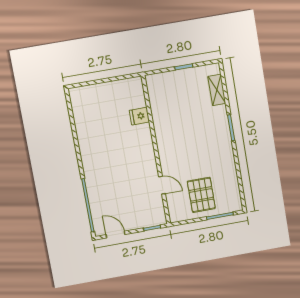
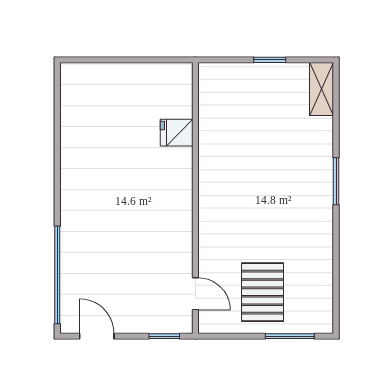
shelving: (217, 90) -> (322, 89), moved
door: (162, 185) -> (195, 294), moved

